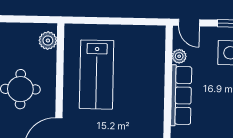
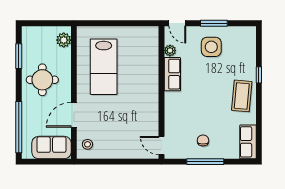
row of seats: (181, 95) -> (172, 74), width x0.68

